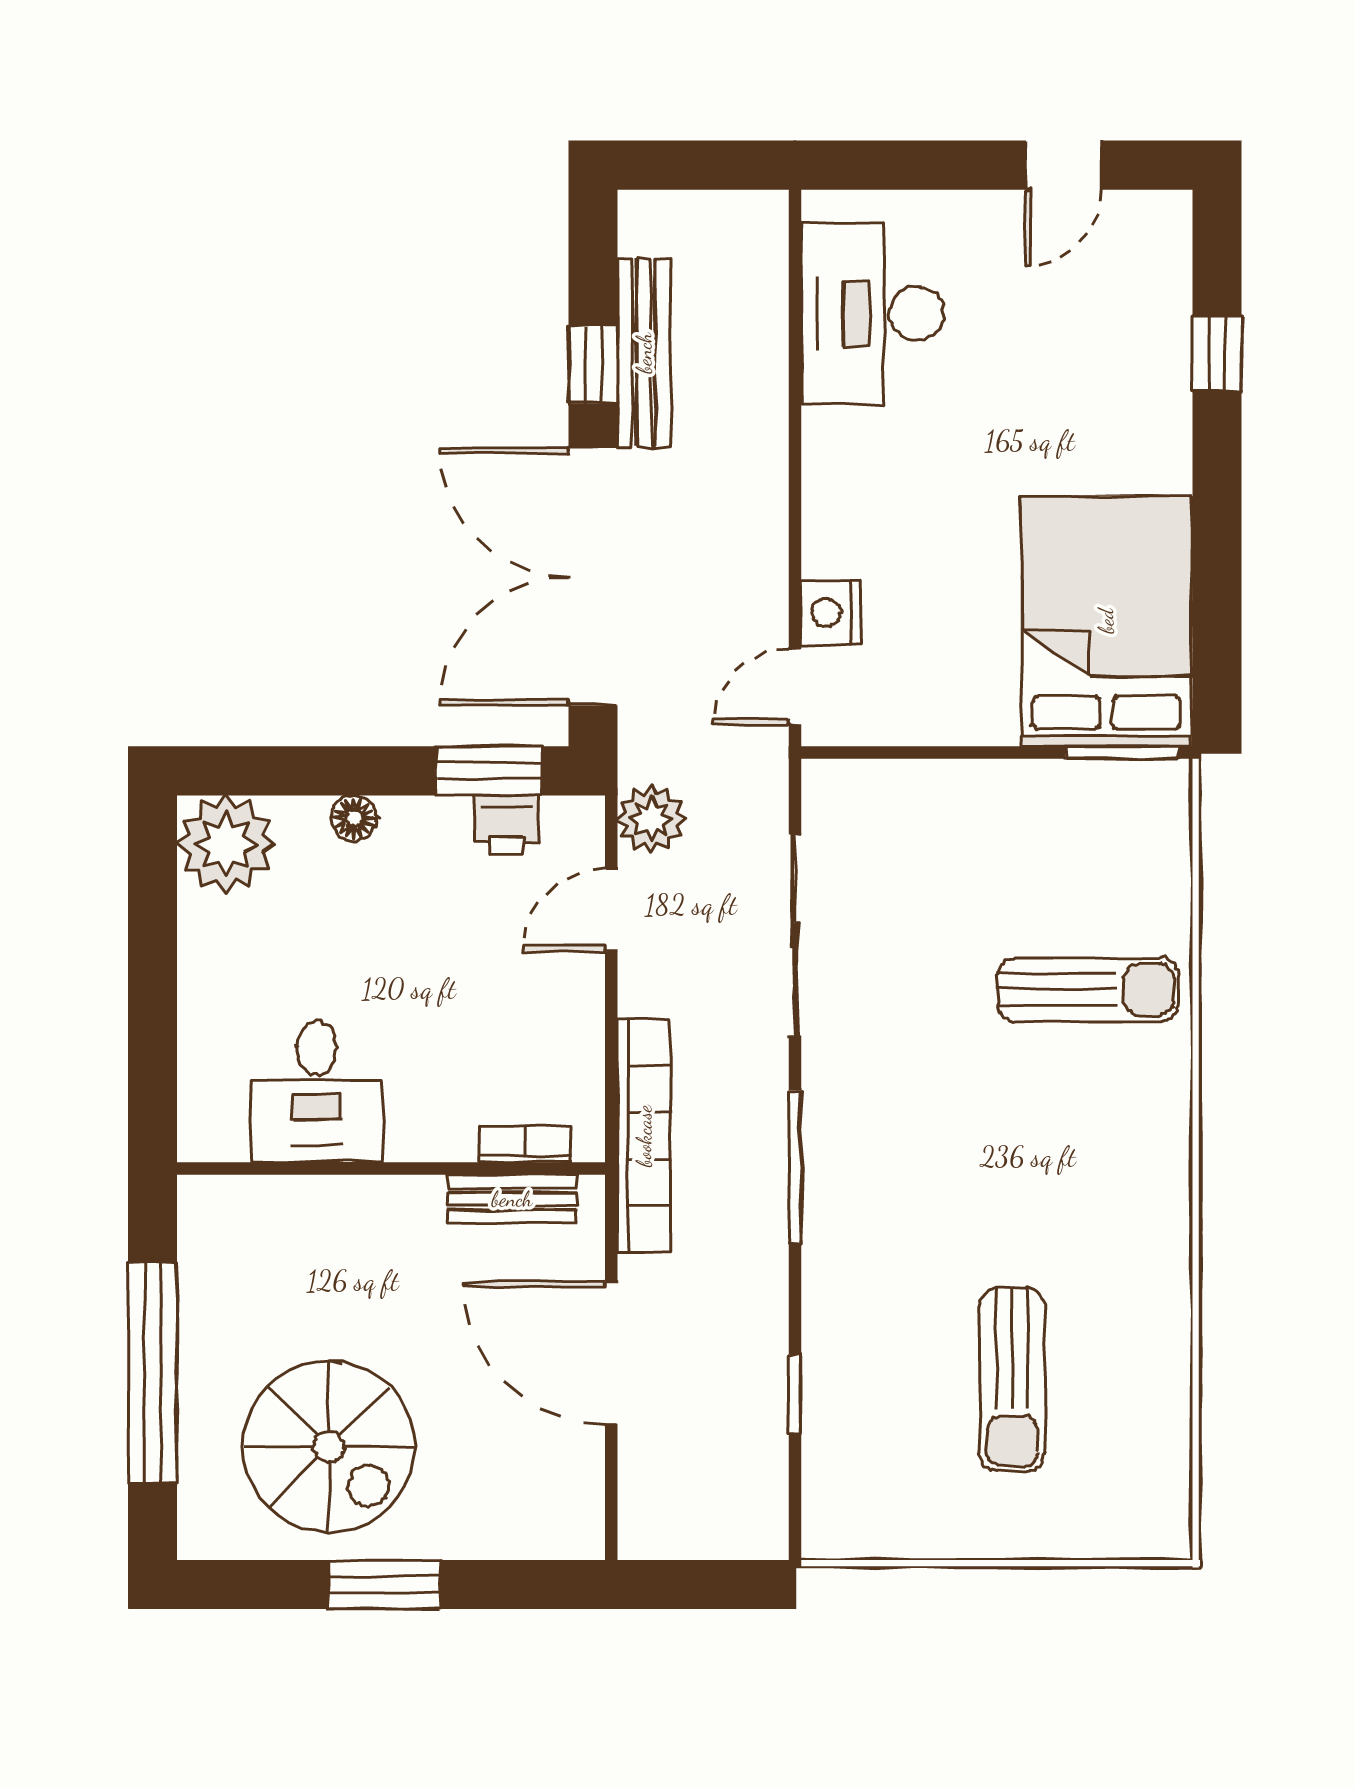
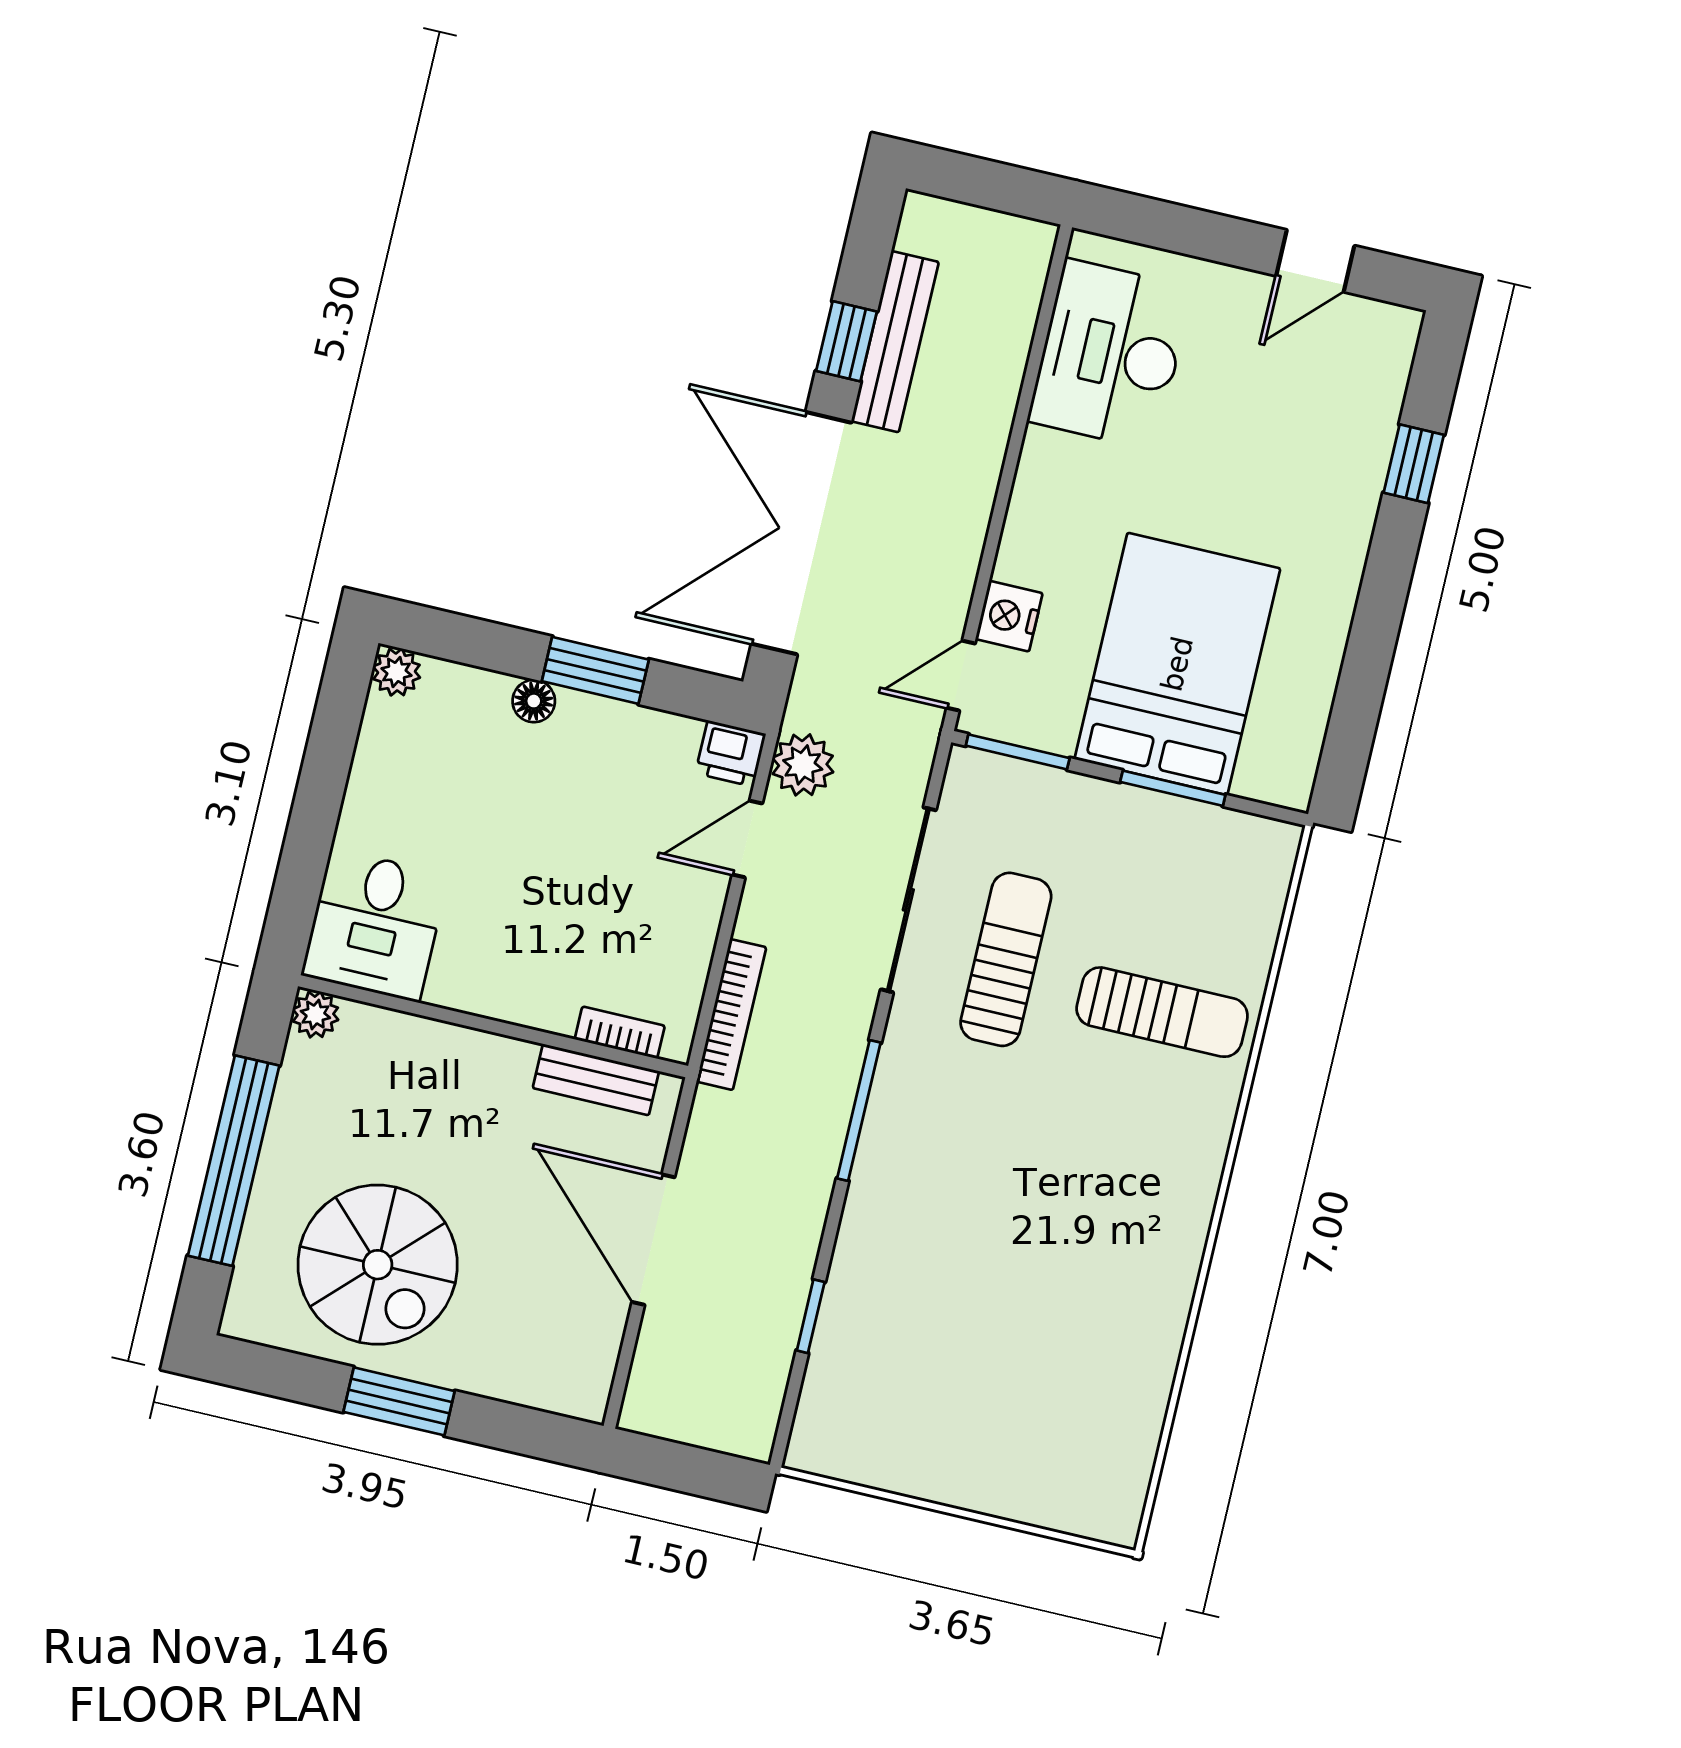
bed: (1106, 621) -> (1177, 664), moved
window: (873, 753) -> (1018, 752), added
window: (1122, 753) -> (1173, 788), moved
window: (489, 771) -> (595, 670), moved
printer: (507, 825) -> (731, 754), moved
plant: (226, 844) -> (397, 672), width x0.53, depth x0.53
desk: (317, 1092) -> (375, 925), moved
bookcase: (644, 1136) -> (731, 1014), width x0.68, depth x0.76
plant: (202, 1200) -> (315, 1014), added
sun lounger: (1012, 1379) -> (1006, 959), moved, turned 180

